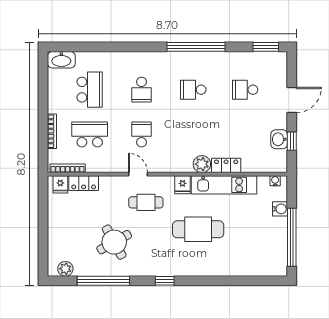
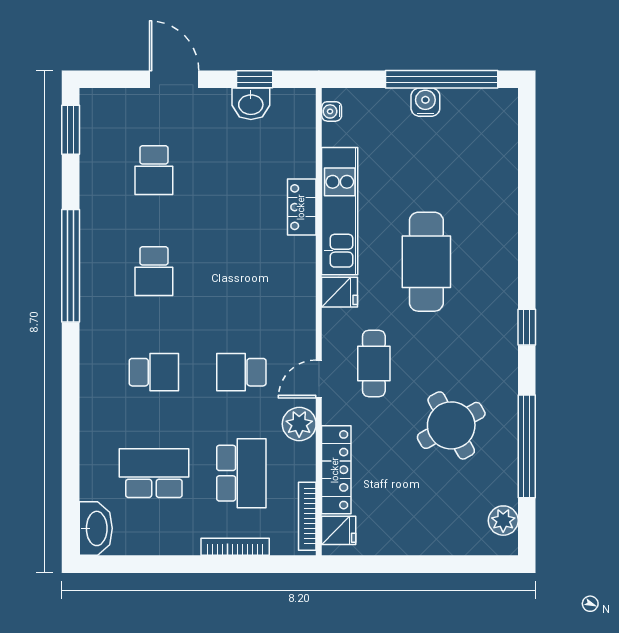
school desk: (90, 134) -> (241, 473), turned 180
plant: (202, 164) -> (299, 424), moved
locker: (84, 183) -> (336, 470), width x1.53
water cooler: (280, 209) -> (425, 102), moved

